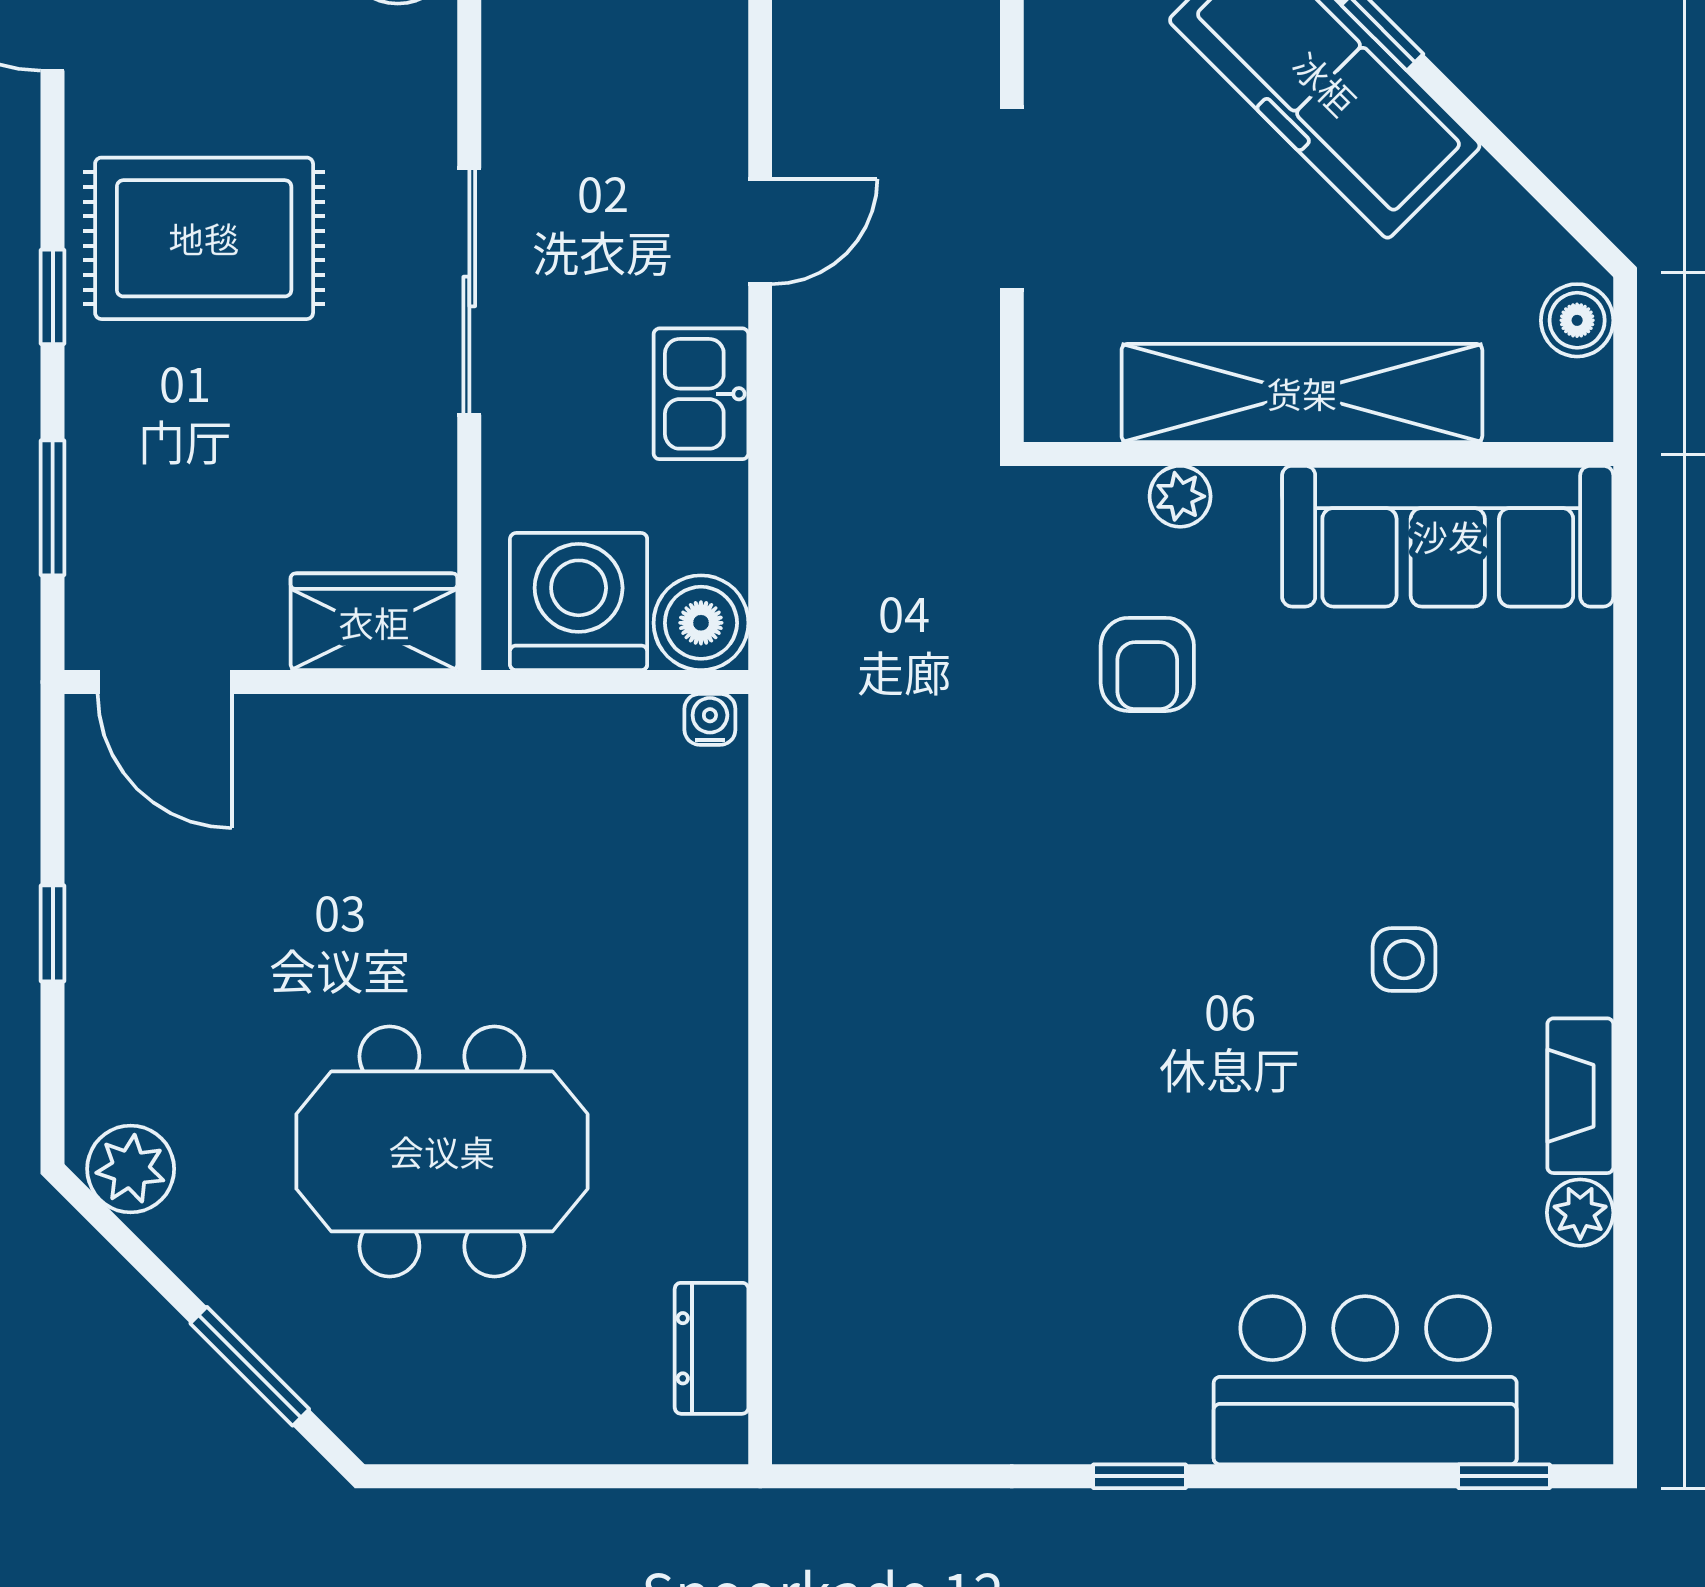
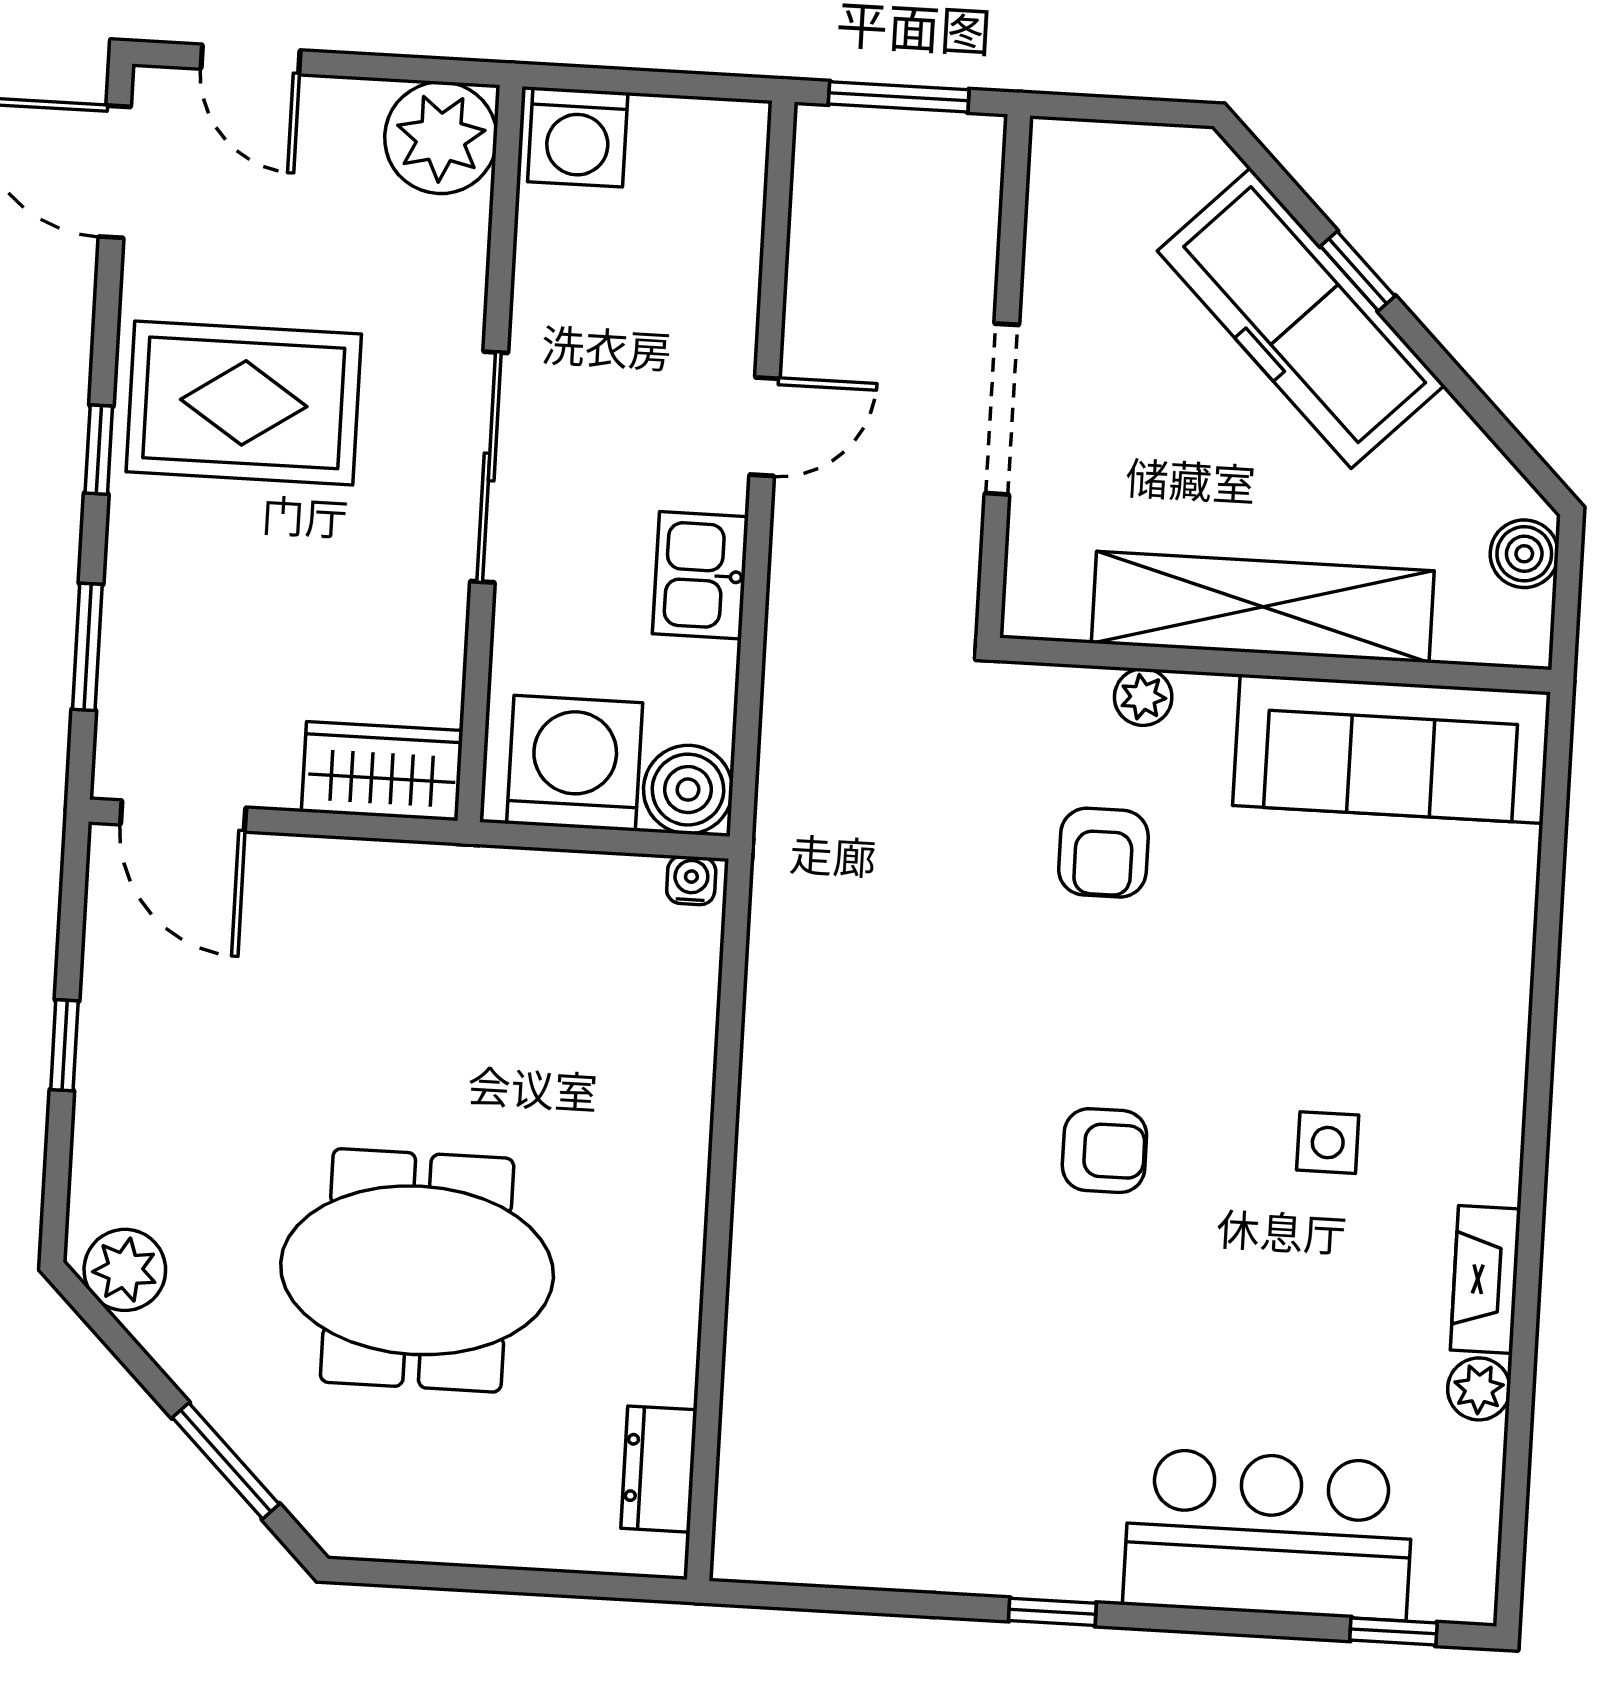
armchair: (1167, 982) -> (1104, 1151), added

